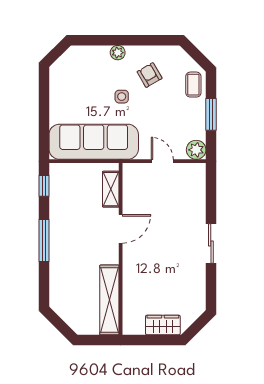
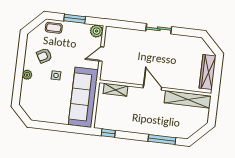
door: (121, 229) -> (152, 88), moved
window: (44, 240) -> (162, 140), moved
wardrobe: (163, 325) -> (208, 72), width x1.50

